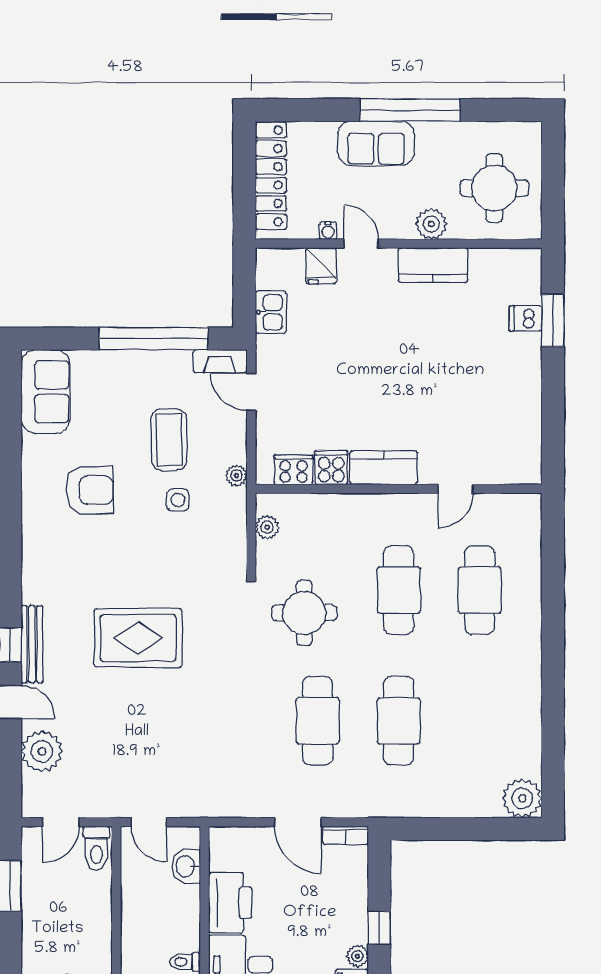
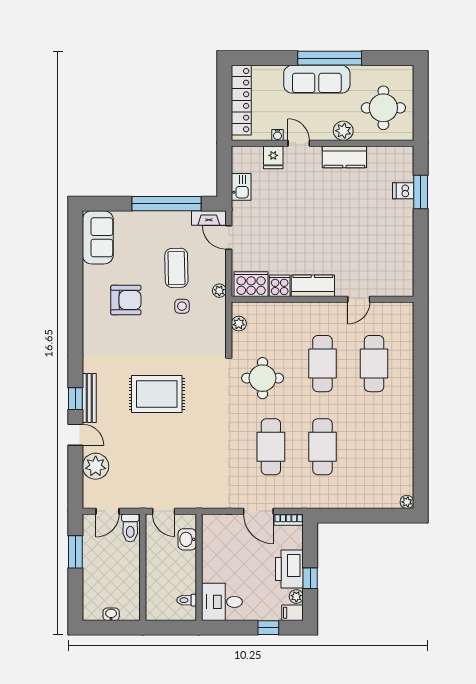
sofa: (376, 143) -> (317, 79), width x1.36
cooker: (294, 470) -> (251, 284), width x1.37, depth x1.31
plant: (522, 798) -> (407, 502), width x0.53, depth x0.53
printer: (230, 903) -> (289, 569), moved, turned 180

